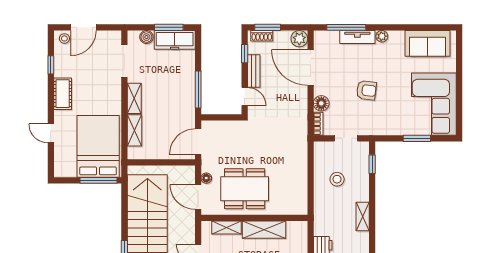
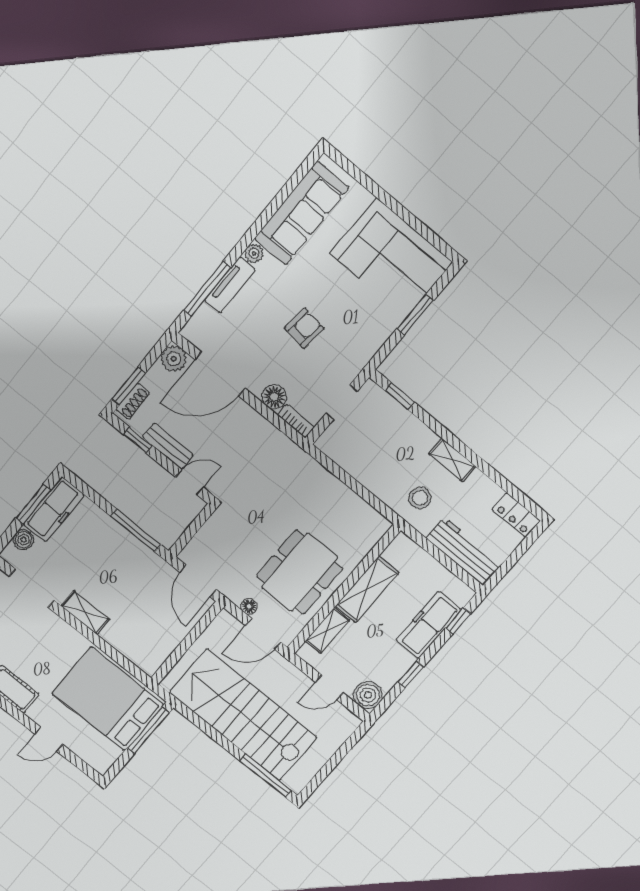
sofa: (428, 43) -> (302, 213), width x1.36
shelving: (135, 130) -> (124, 643), removed
stool: (337, 179) -> (420, 498), moved

